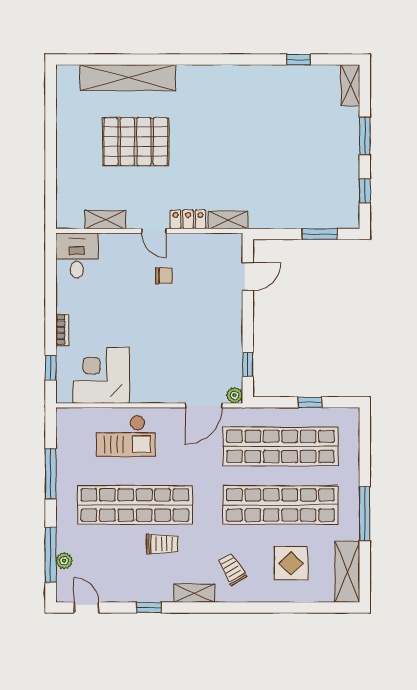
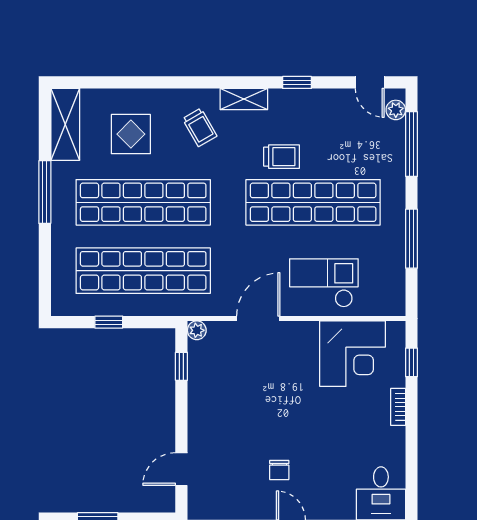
chair: (164, 276) -> (279, 470), turned -90
door: (204, 405) -> (258, 319), moved
trolley: (162, 544) -> (281, 157), turned 180
plant: (64, 561) -> (396, 110), moved

